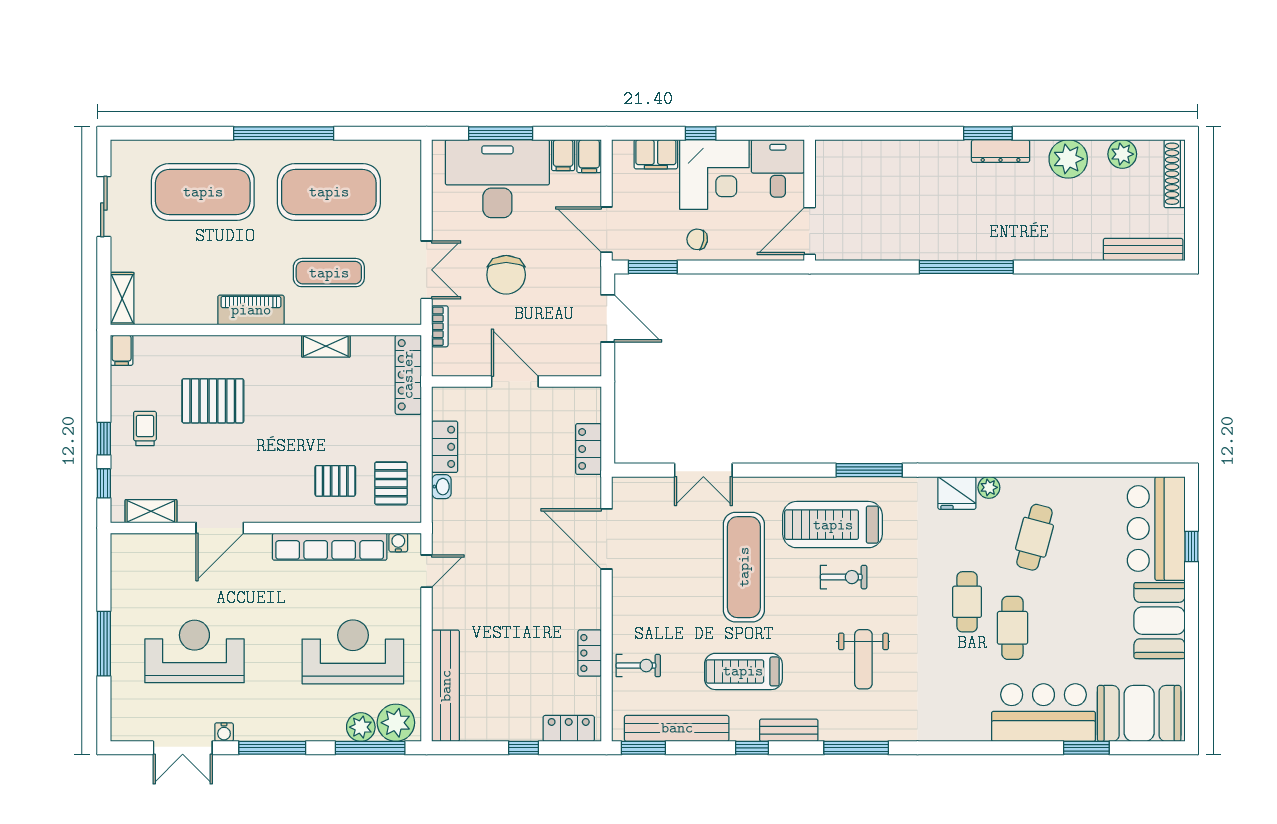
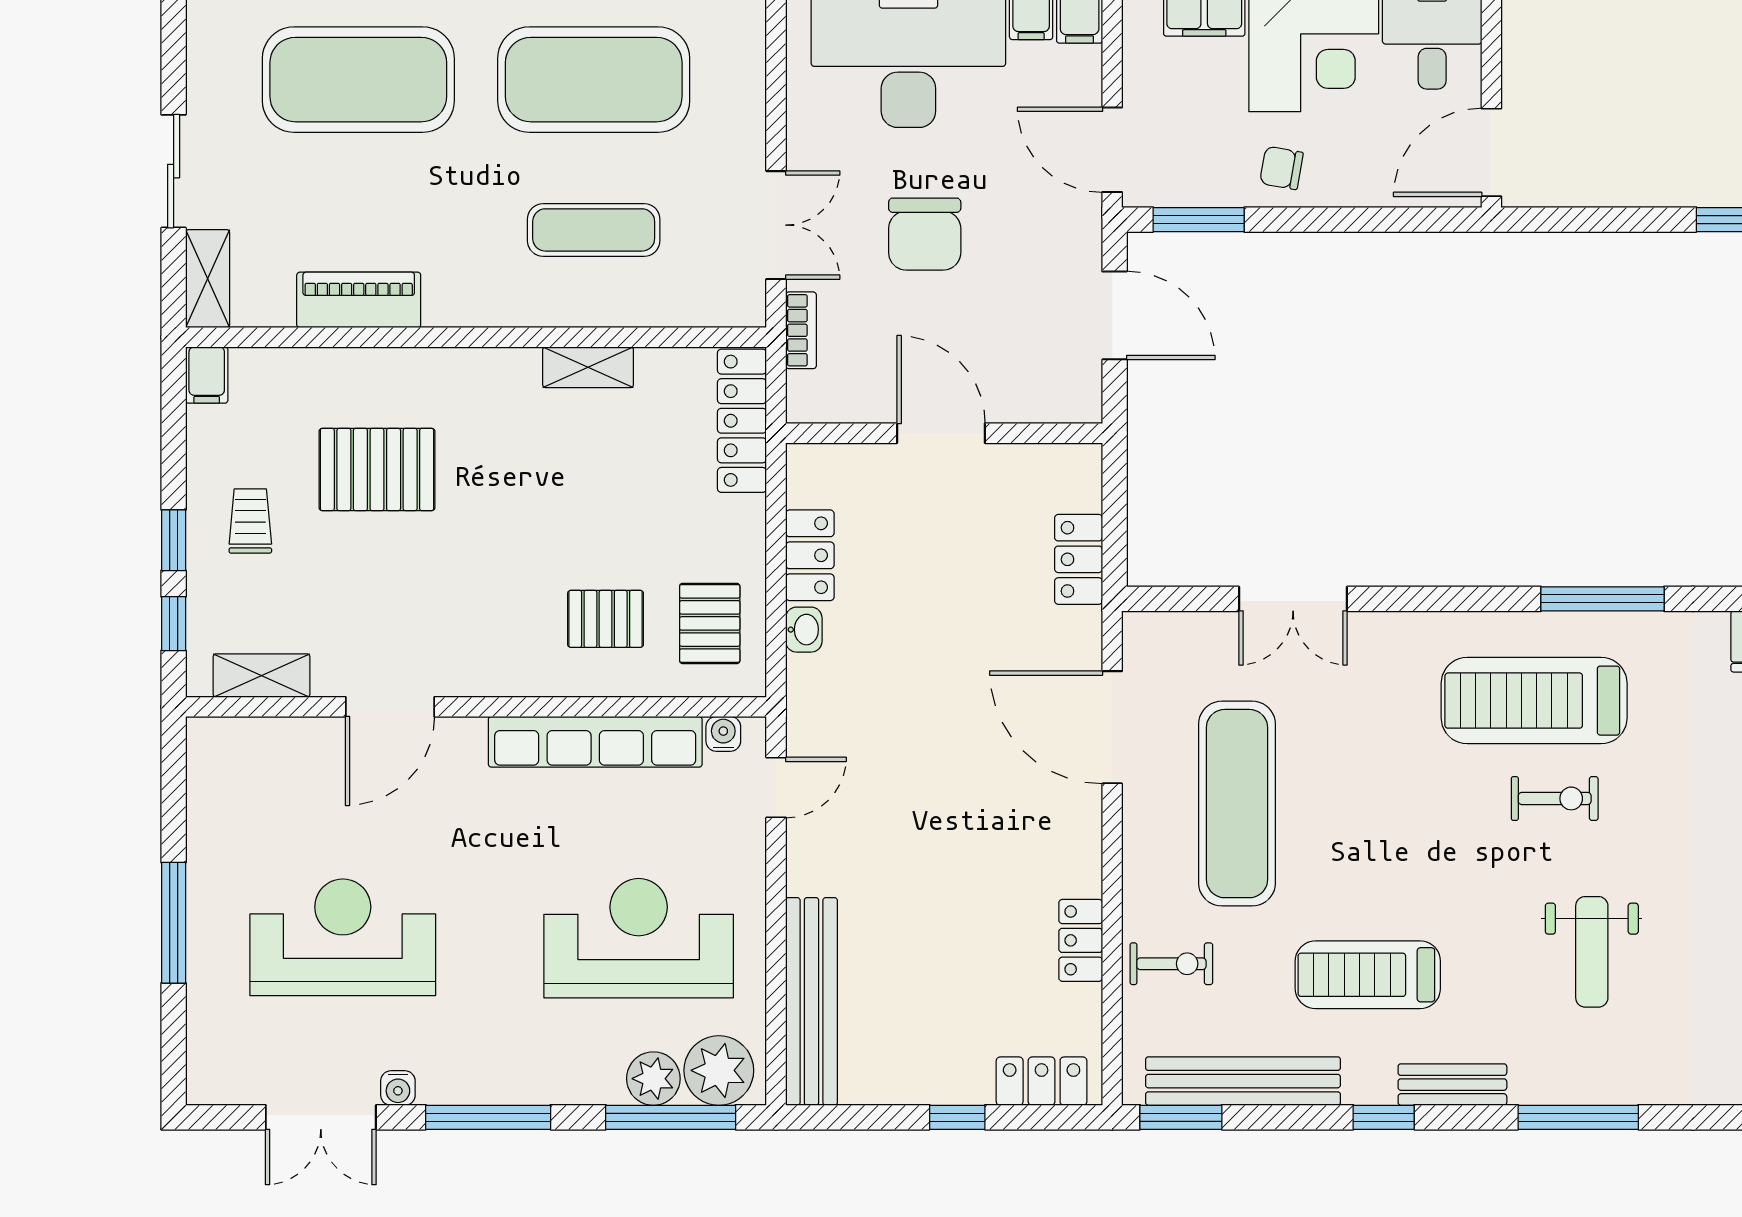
sliding door: (104, 207) -> (174, 171), moved
piano: (251, 310) -> (359, 300), moved
exercise mat: (744, 567) -> (1237, 804), moved

